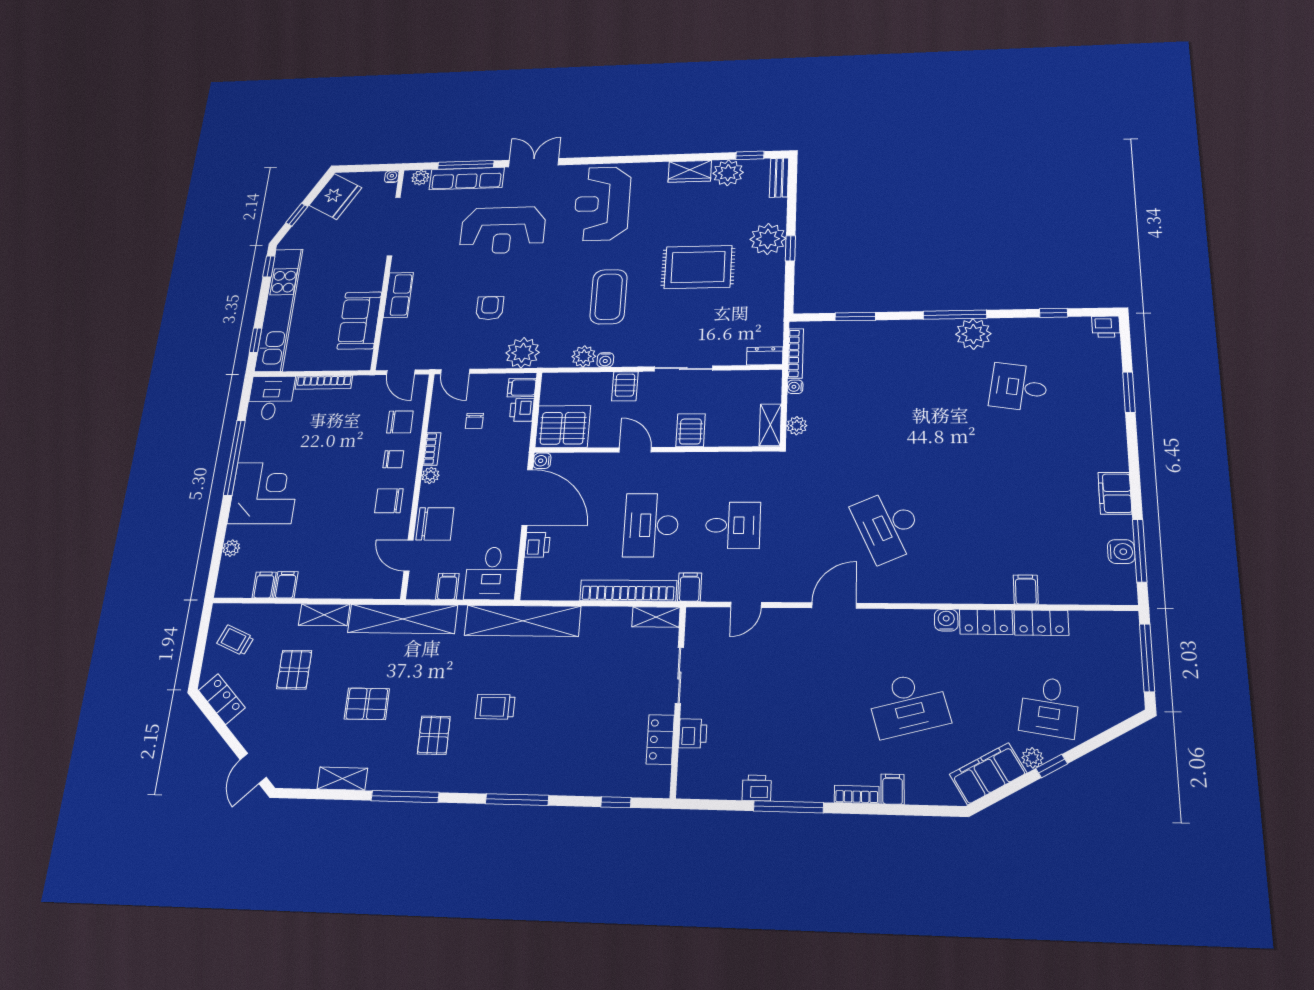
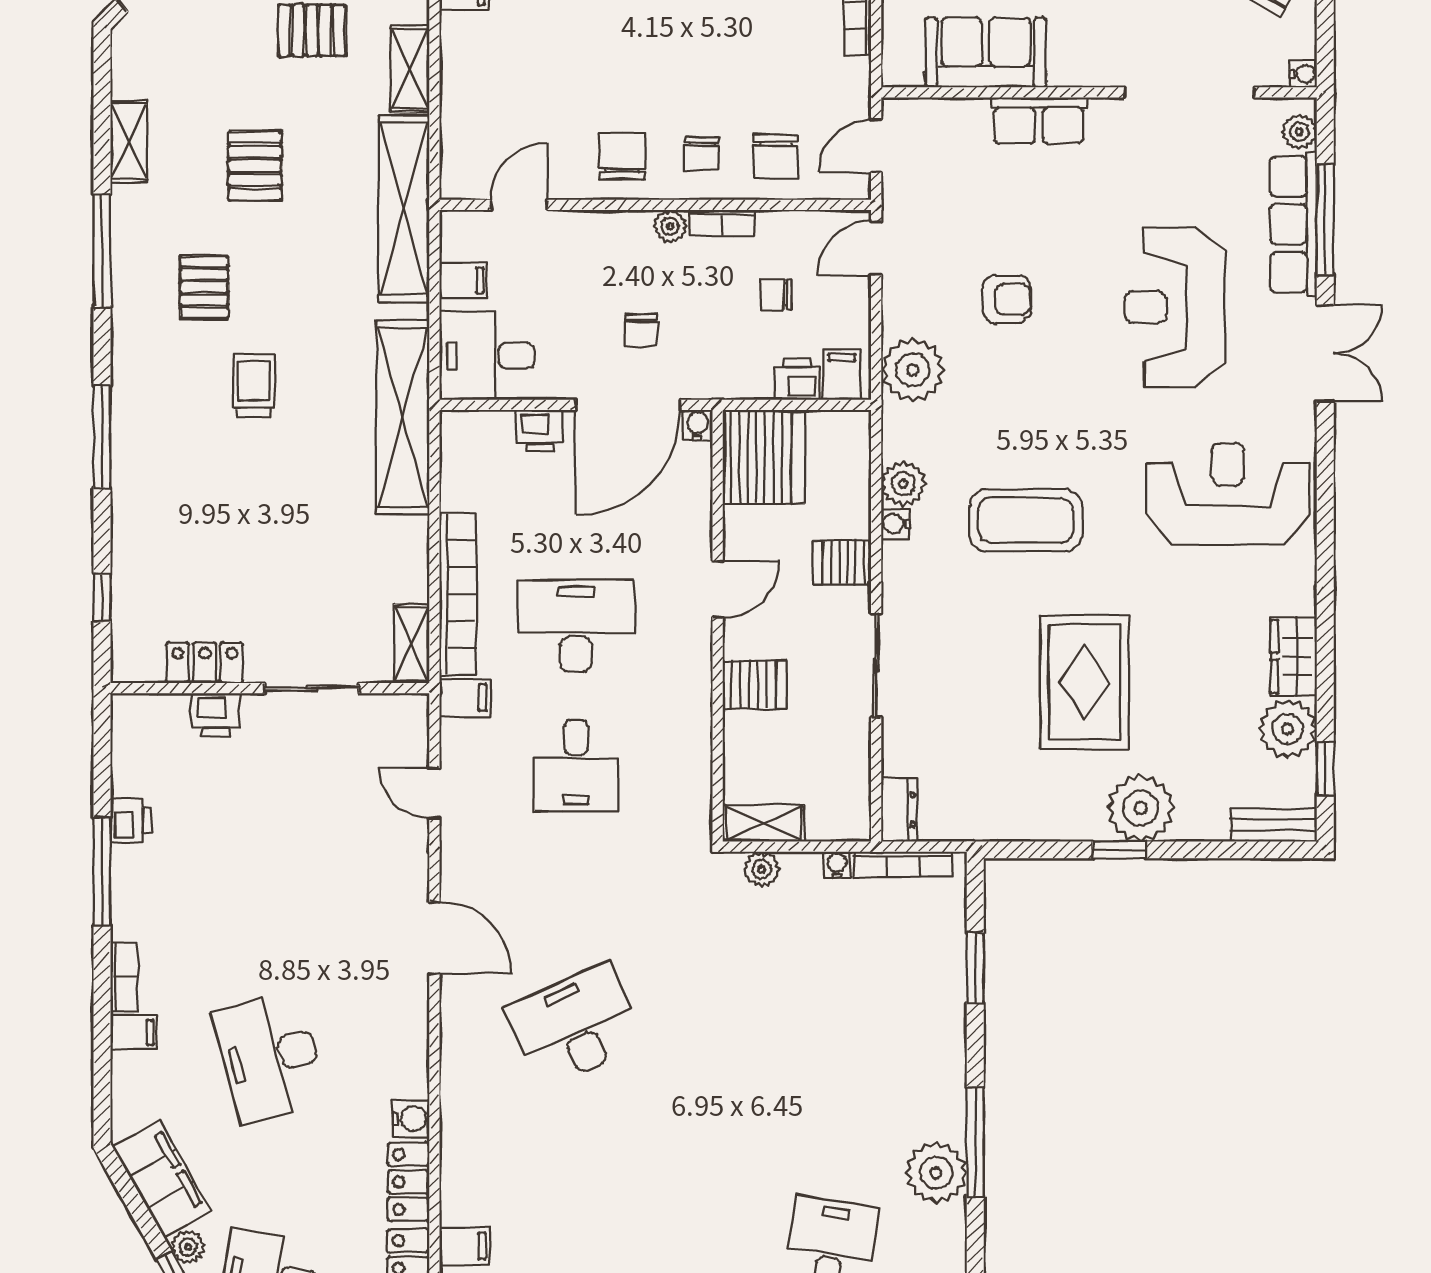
chair: (435, 524) -> (641, 330), moved, width x0.54, depth x0.54
pallet: (434, 735) -> (204, 287), turned 90

